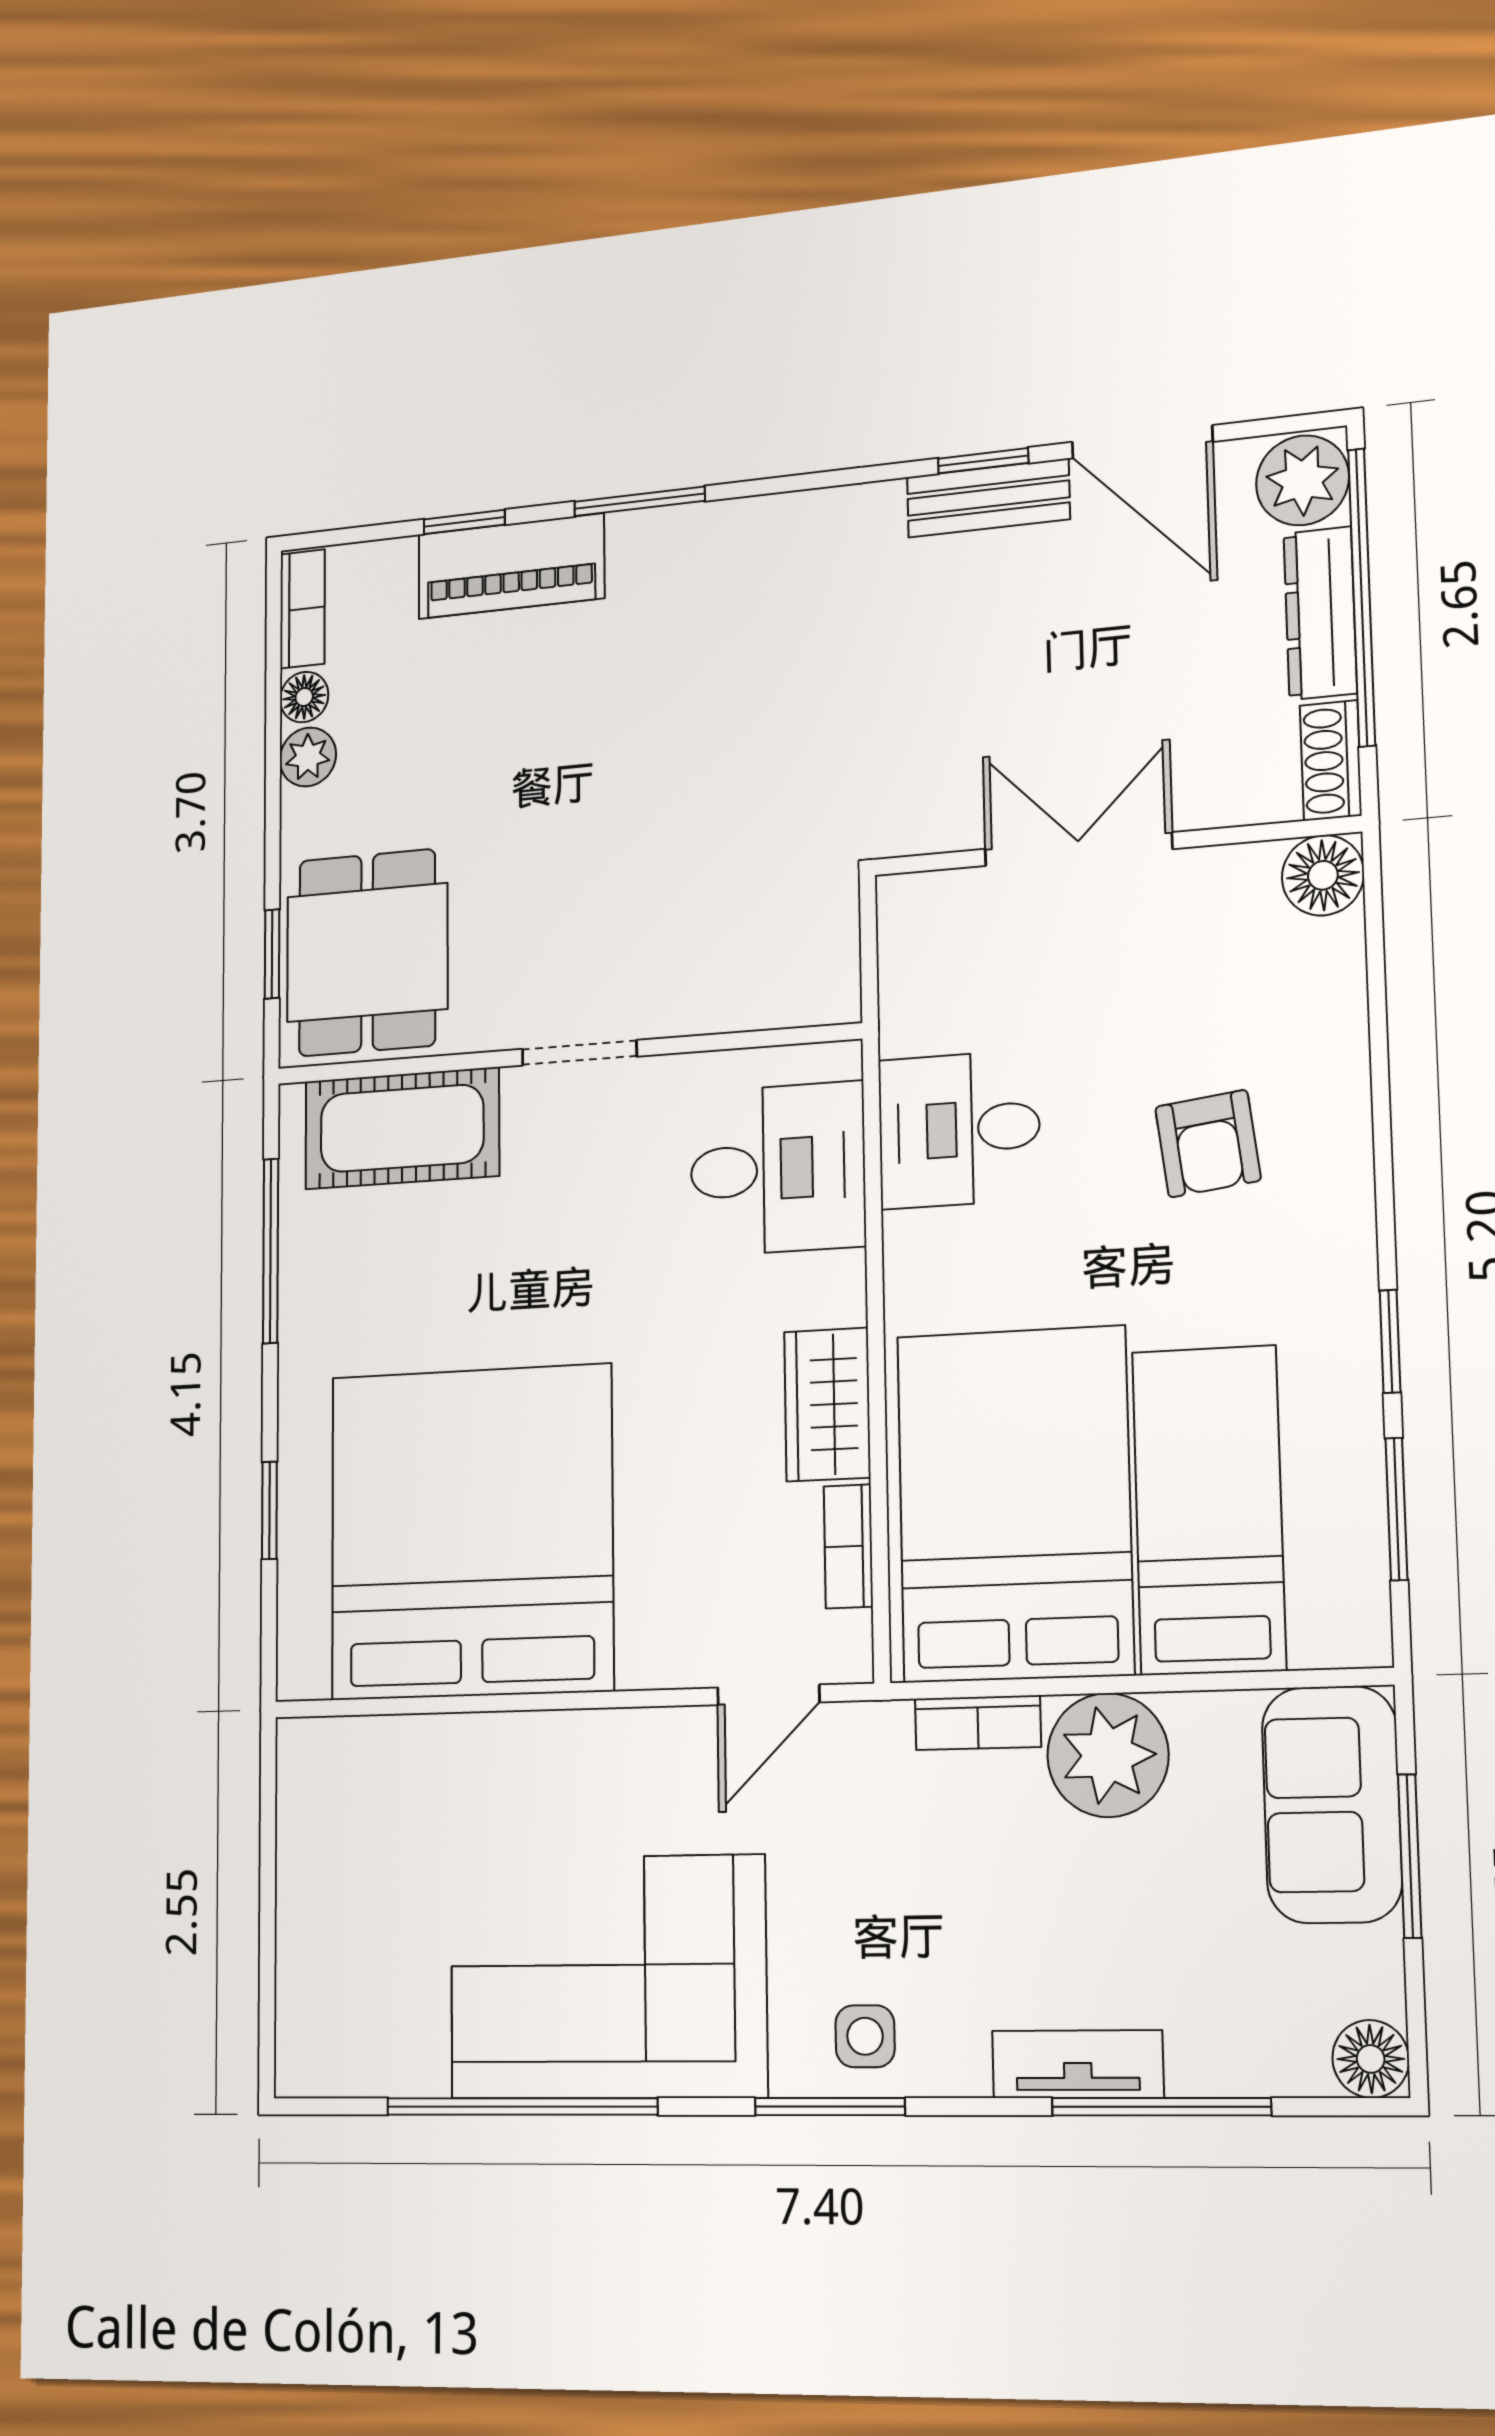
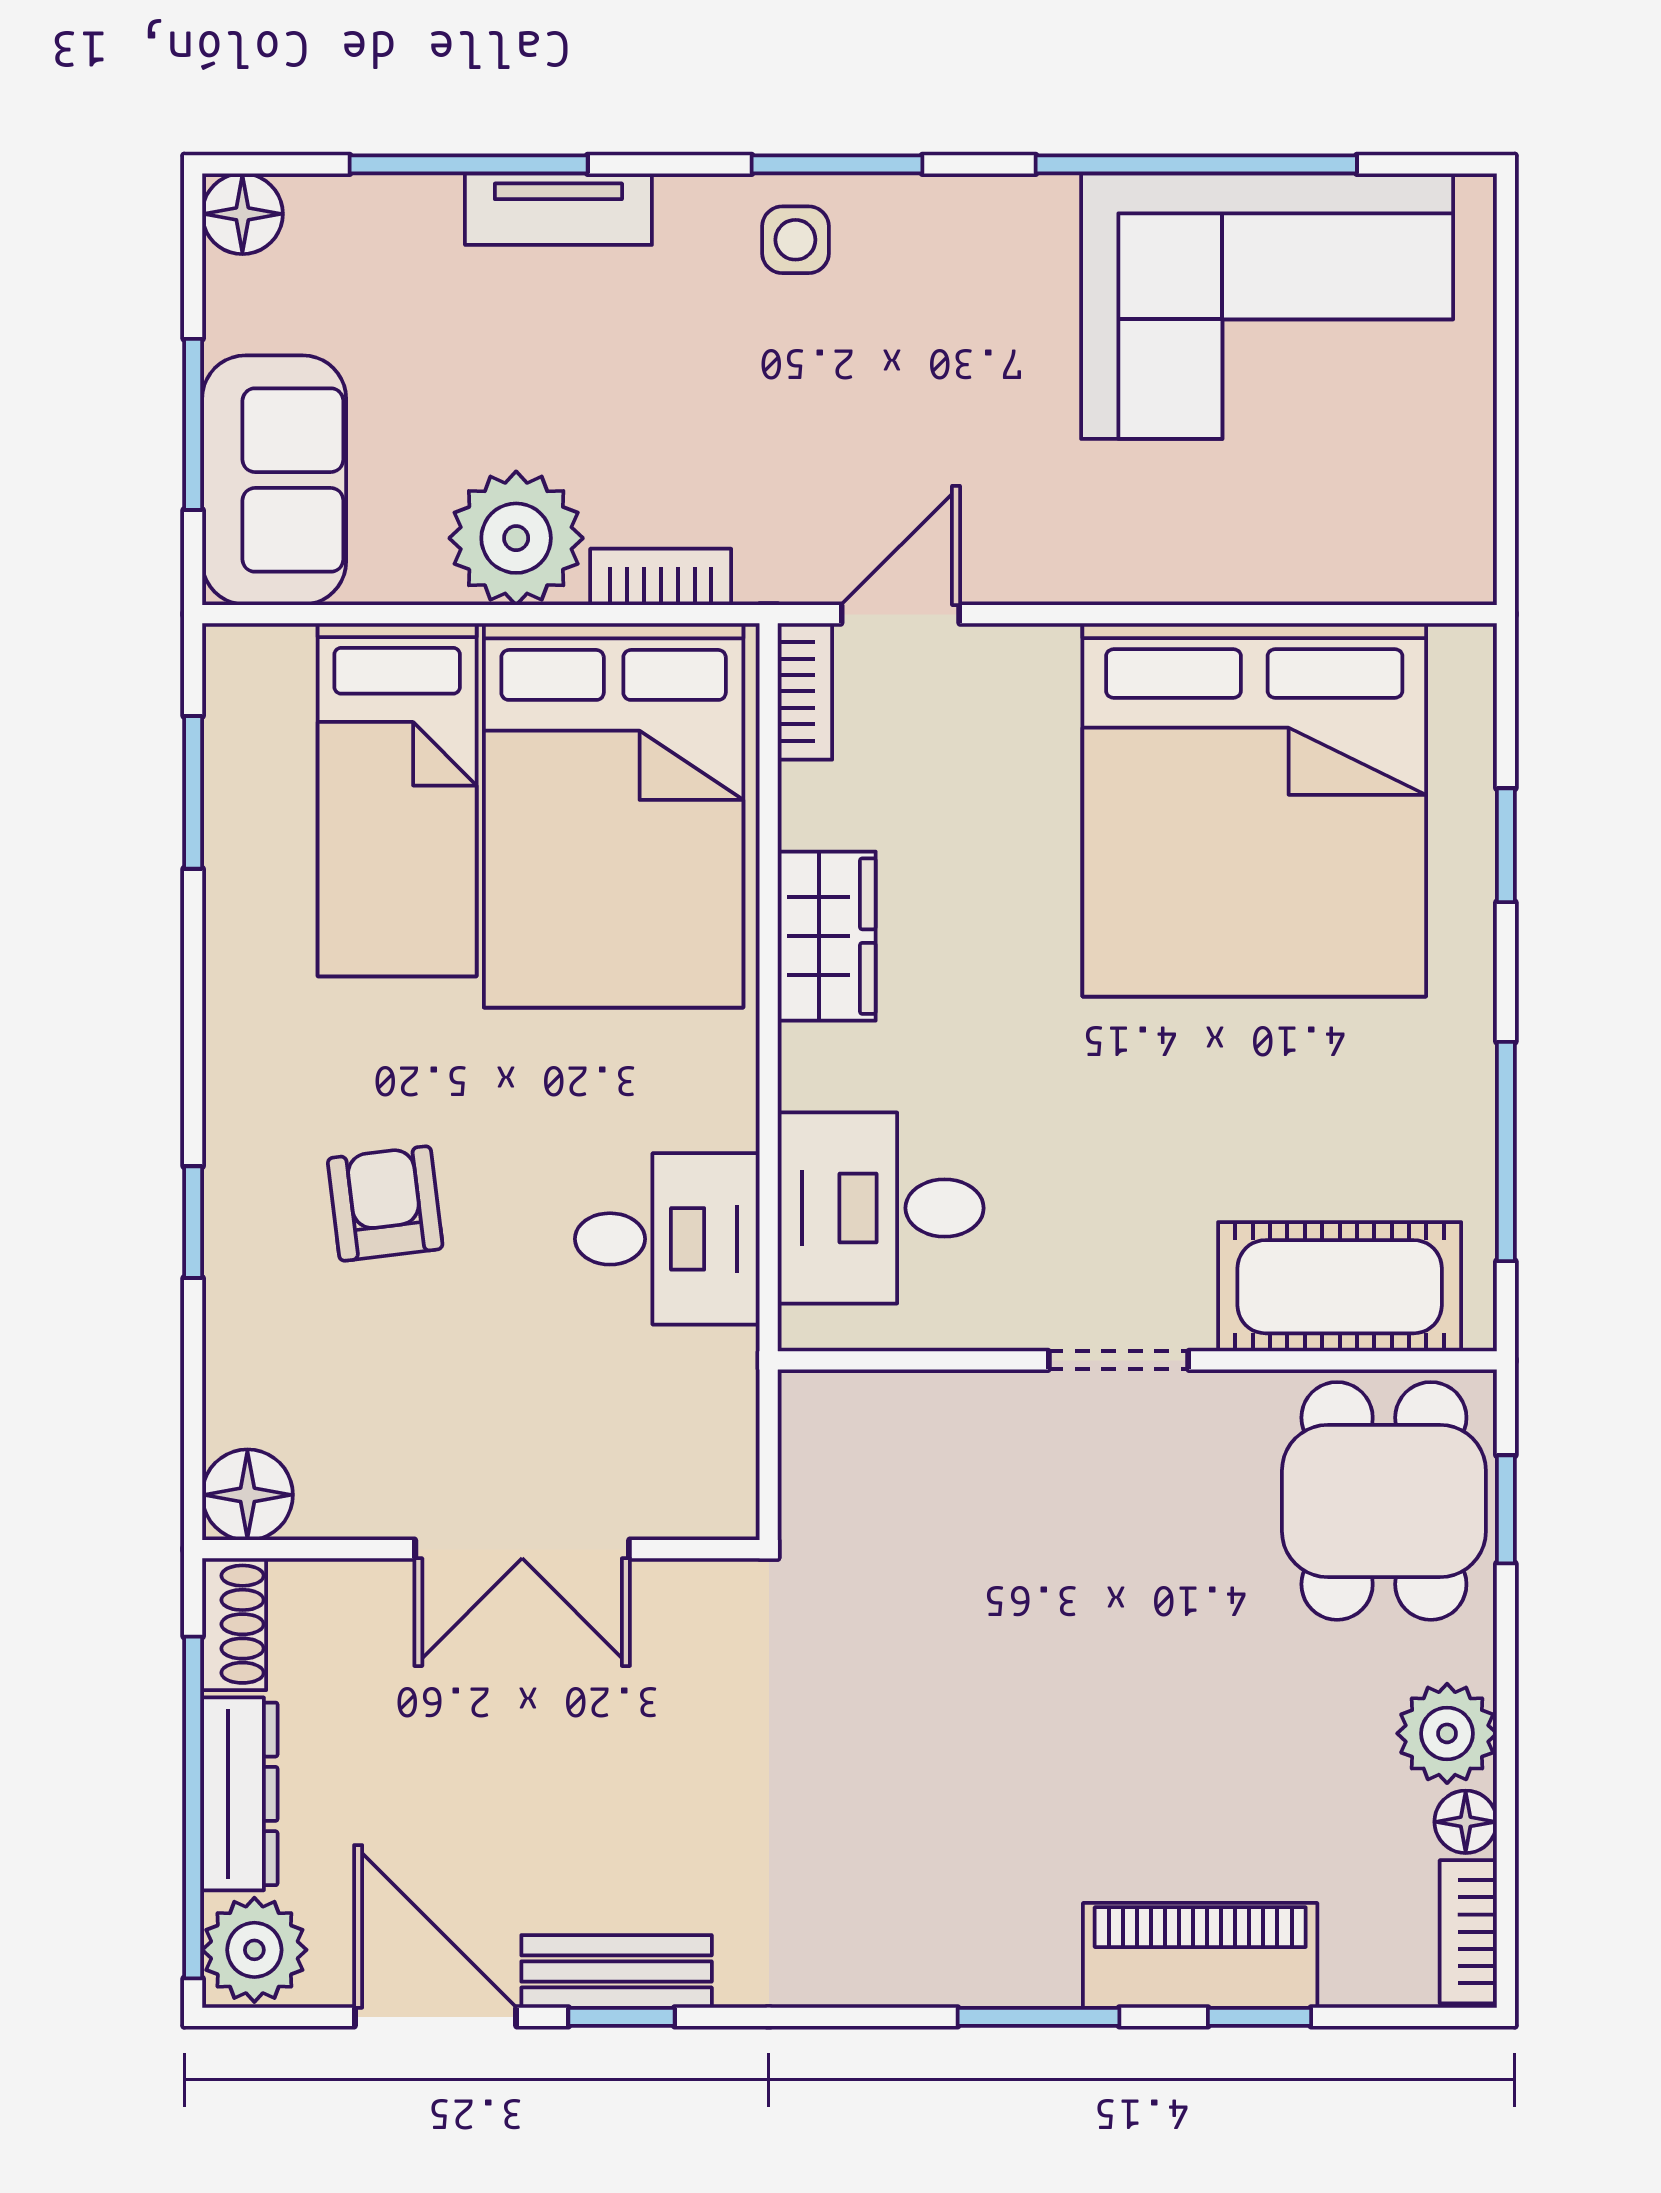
plant: (308, 757) -> (1447, 1733), width x1.38, depth x1.38
window: (1390, 1341) -> (193, 1222), moved
bookcase: (848, 1546) -> (805, 691), moved
corner sofa: (607, 1977) -> (1267, 306), moved

